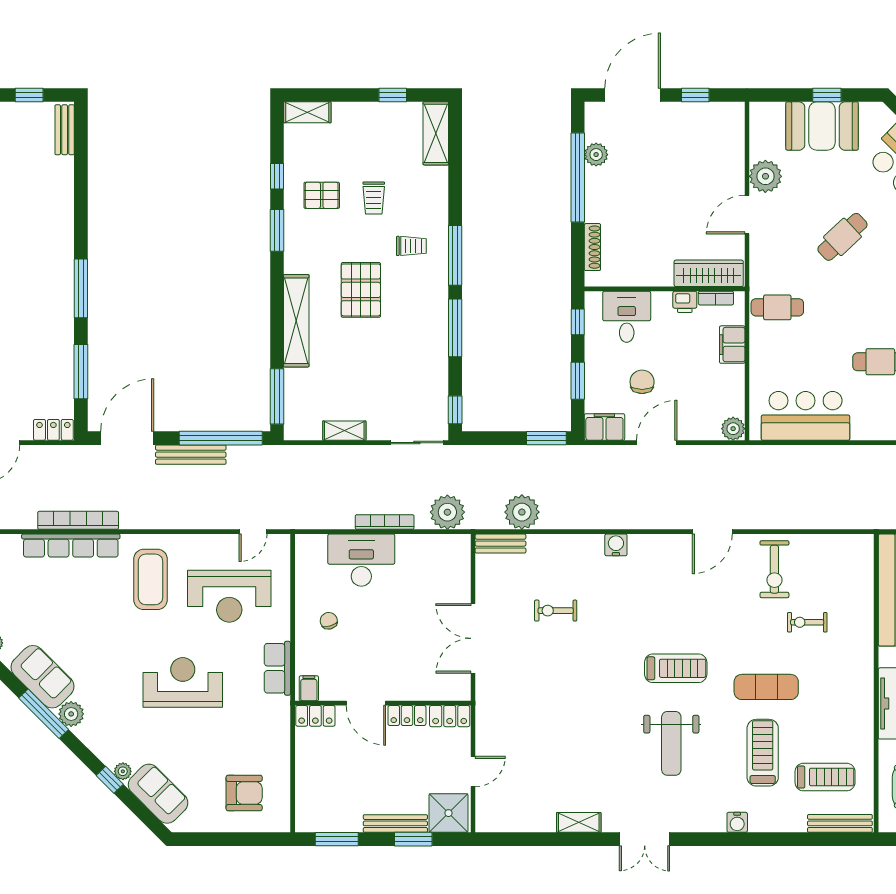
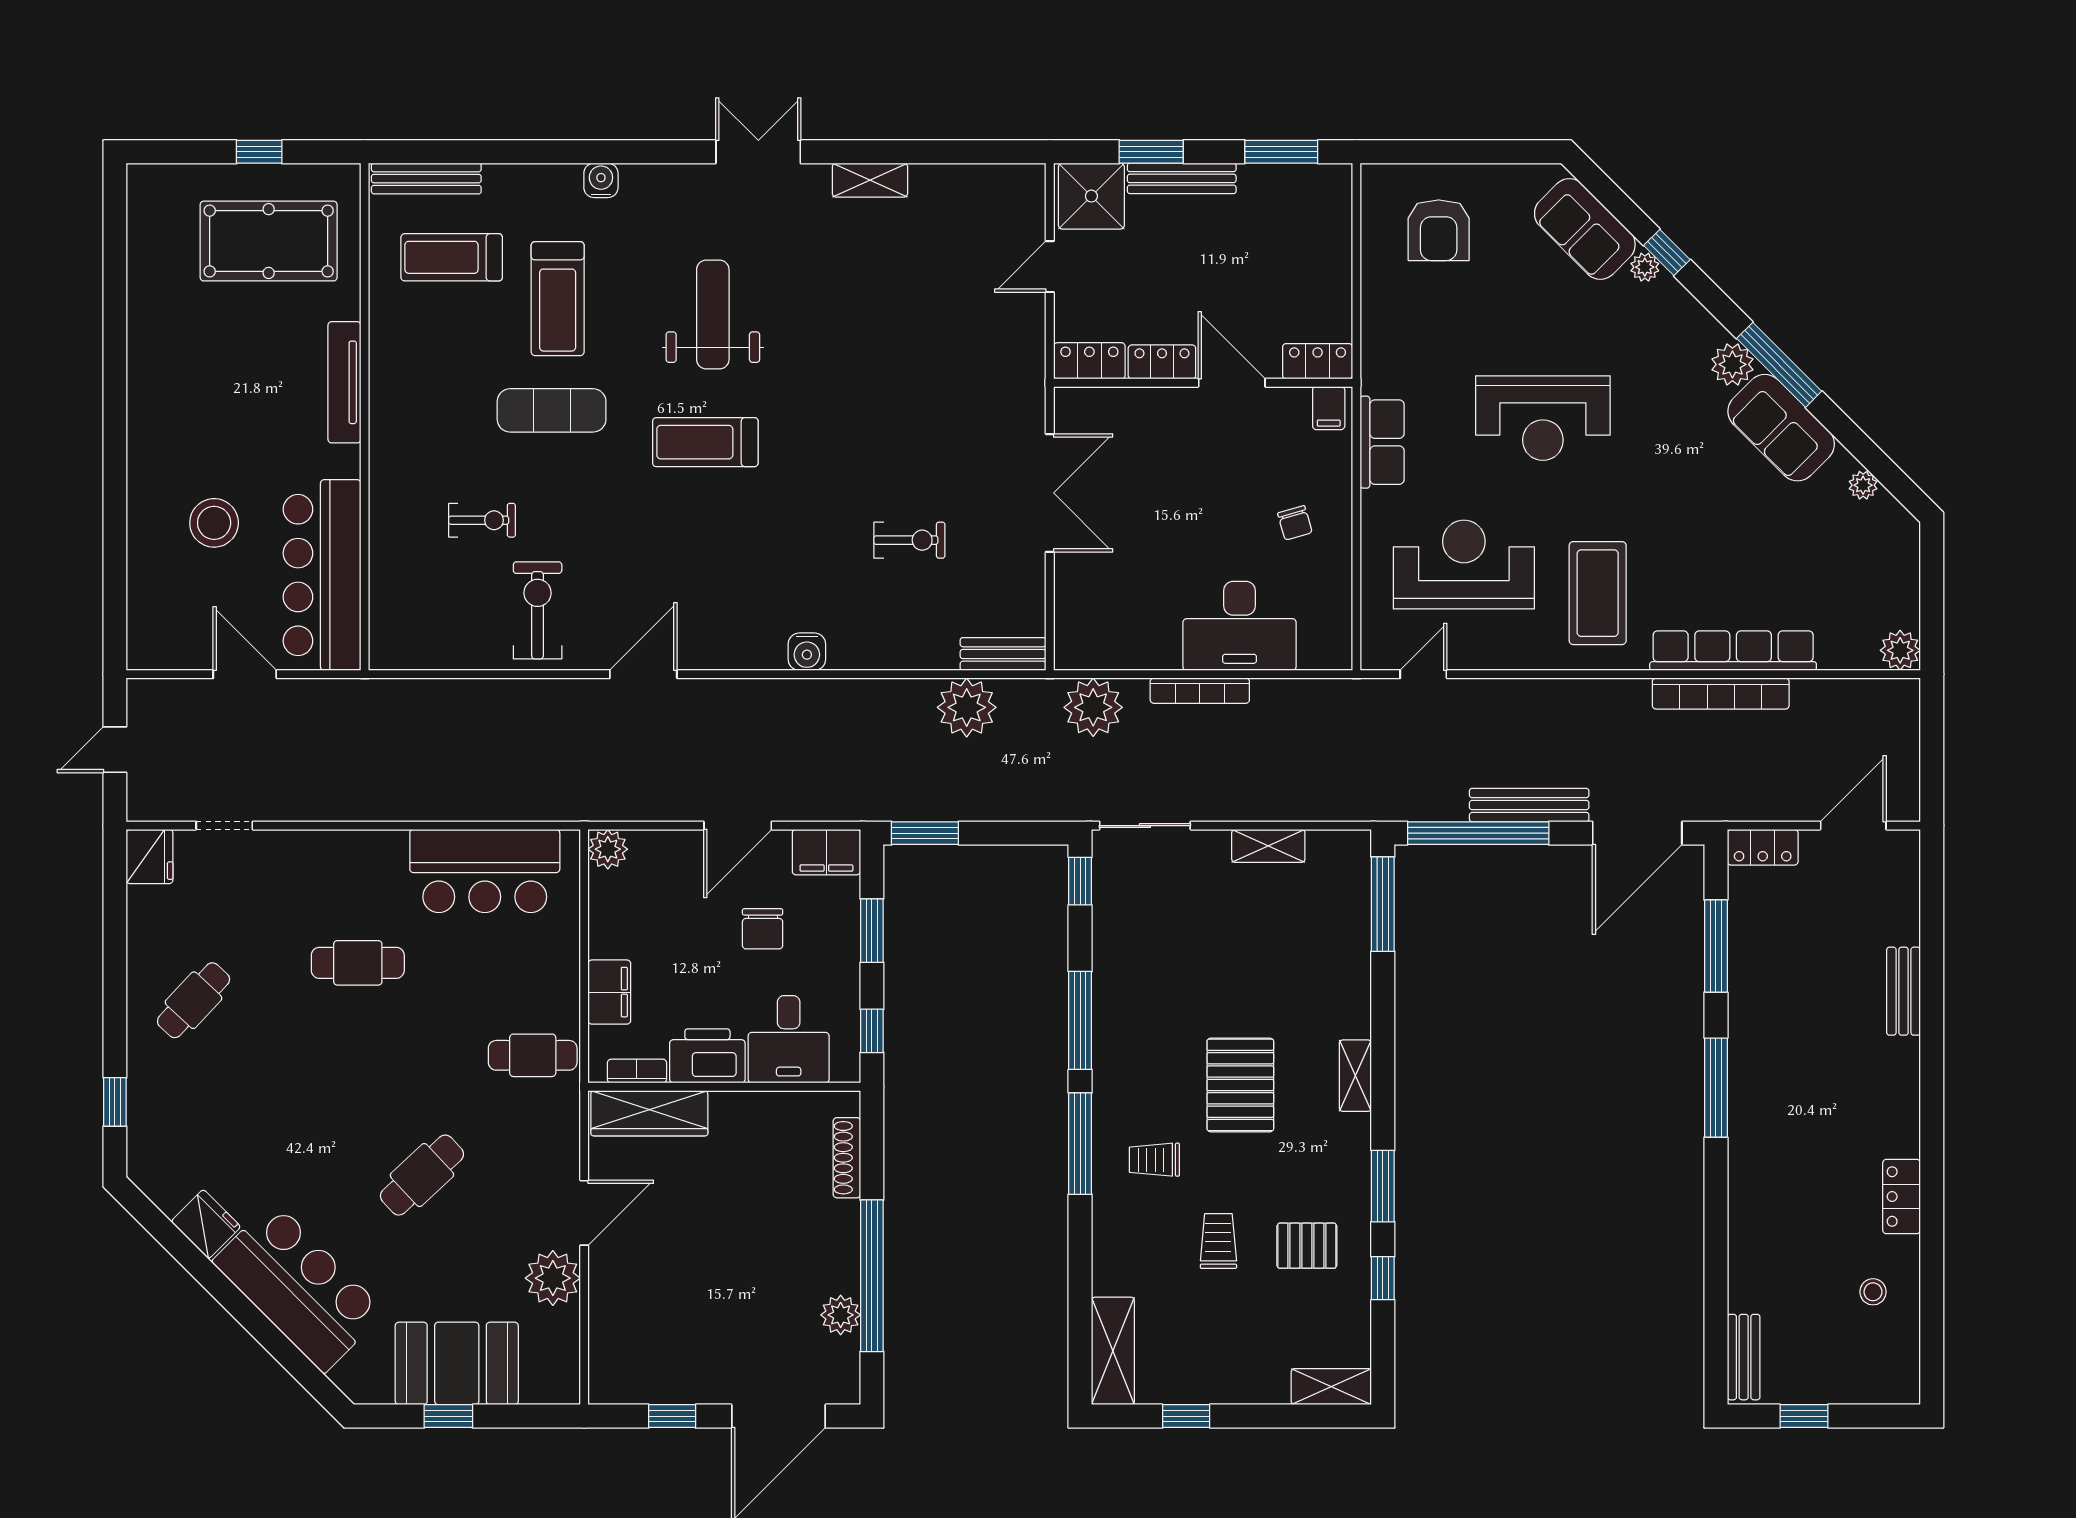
printer: (685, 302) -> (707, 1056), width x1.87, depth x1.48
shelving: (296, 321) -> (1355, 1076), width x0.45, depth x0.75
armchair: (244, 793) -> (1439, 230), turned -90

